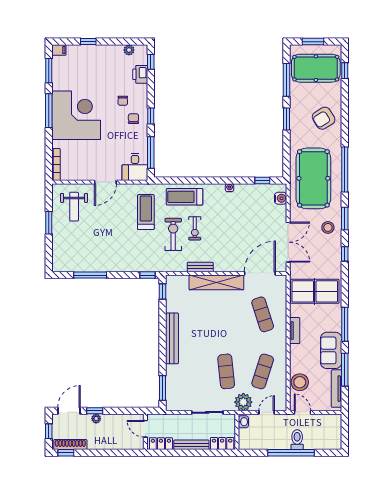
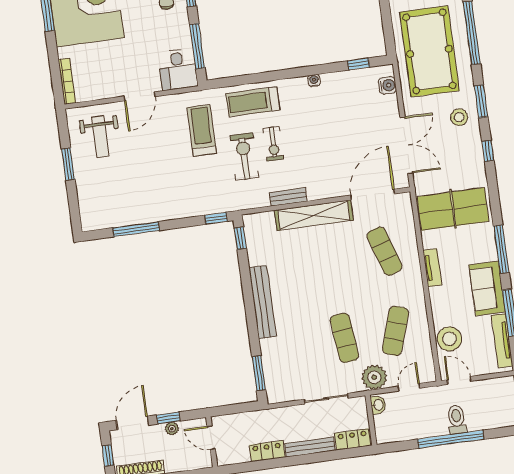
door: (145, 429) -> (211, 438), moved
wall: (145, 432) -> (212, 442), moved

